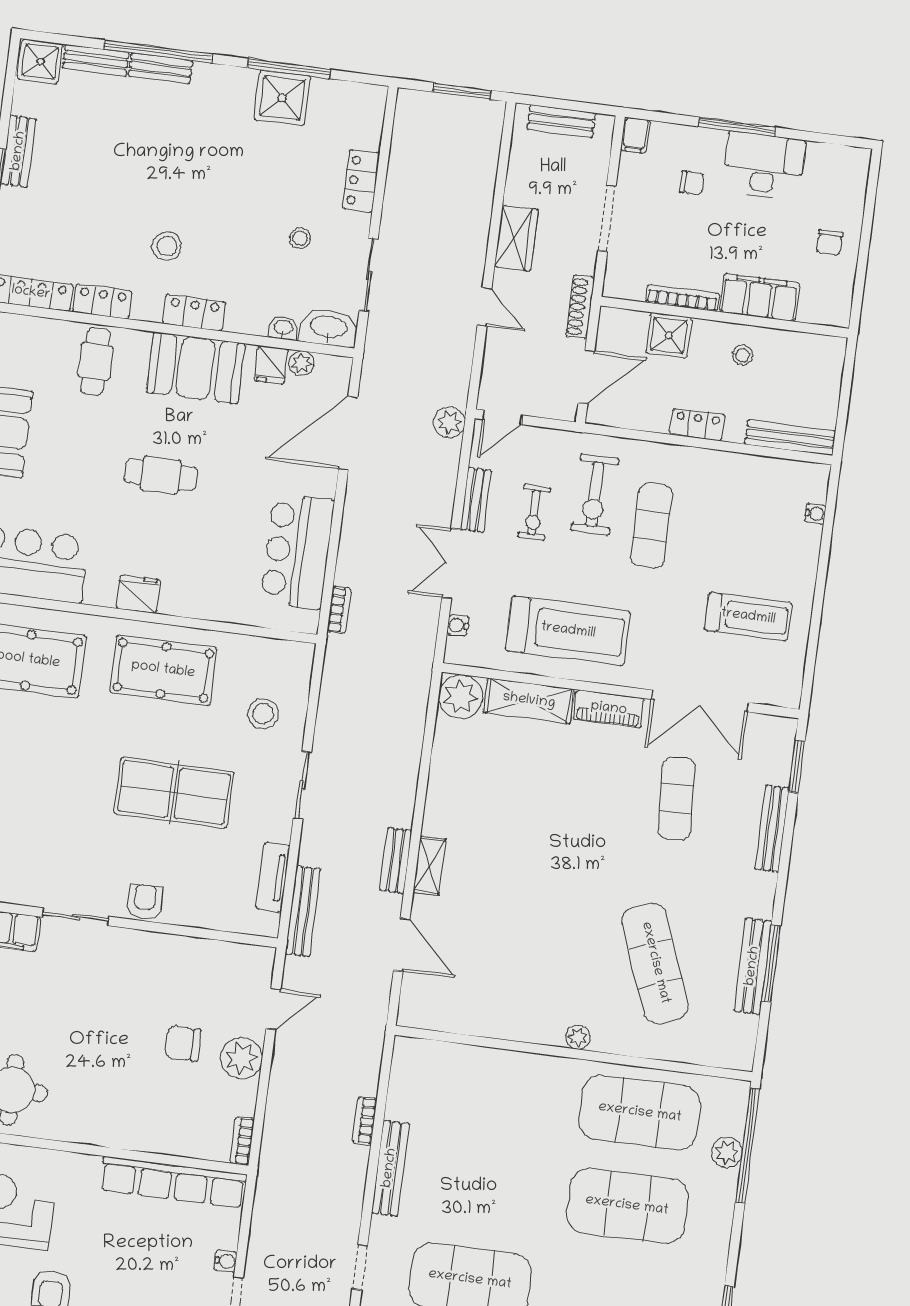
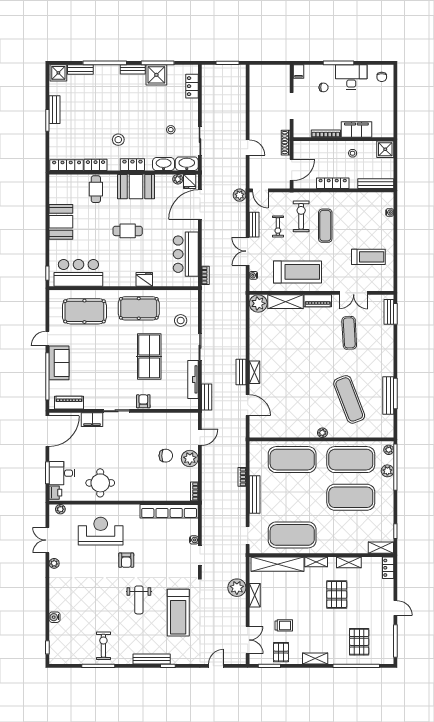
bench: (161, 68) -> (133, 69), moved
bench: (561, 121) -> (269, 70), removed
locker: (361, 181) -> (192, 86), moved
wardrobe: (516, 238) -> (257, 118), removed
chair: (830, 243) -> (382, 77), moved
washbasin: (283, 328) -> (164, 164), width x1.91, depth x1.45
shower: (669, 335) -> (385, 149), moved
fridge: (271, 365) -> (190, 181), moved
door: (502, 417) -> (260, 190), hinge flipped
locker: (697, 425) -> (333, 183), width x1.53
exercise bike: (595, 495) -> (301, 216), turned 180
fridge: (138, 594) -> (144, 279), moved
double door: (700, 701) -> (354, 293), width x0.73
table tennis table: (174, 793) -> (149, 356), turned 90
bench: (772, 829) -> (389, 312), moved, width x0.73
tv unit: (273, 877) -> (193, 379), width x1.41
bench: (303, 911) -> (207, 397), width x0.73
chair: (183, 1043) -> (166, 456), turned 180
exercise mat: (494, 1094) -> (292, 460), added
plant: (737, 1101) -> (389, 450), added

